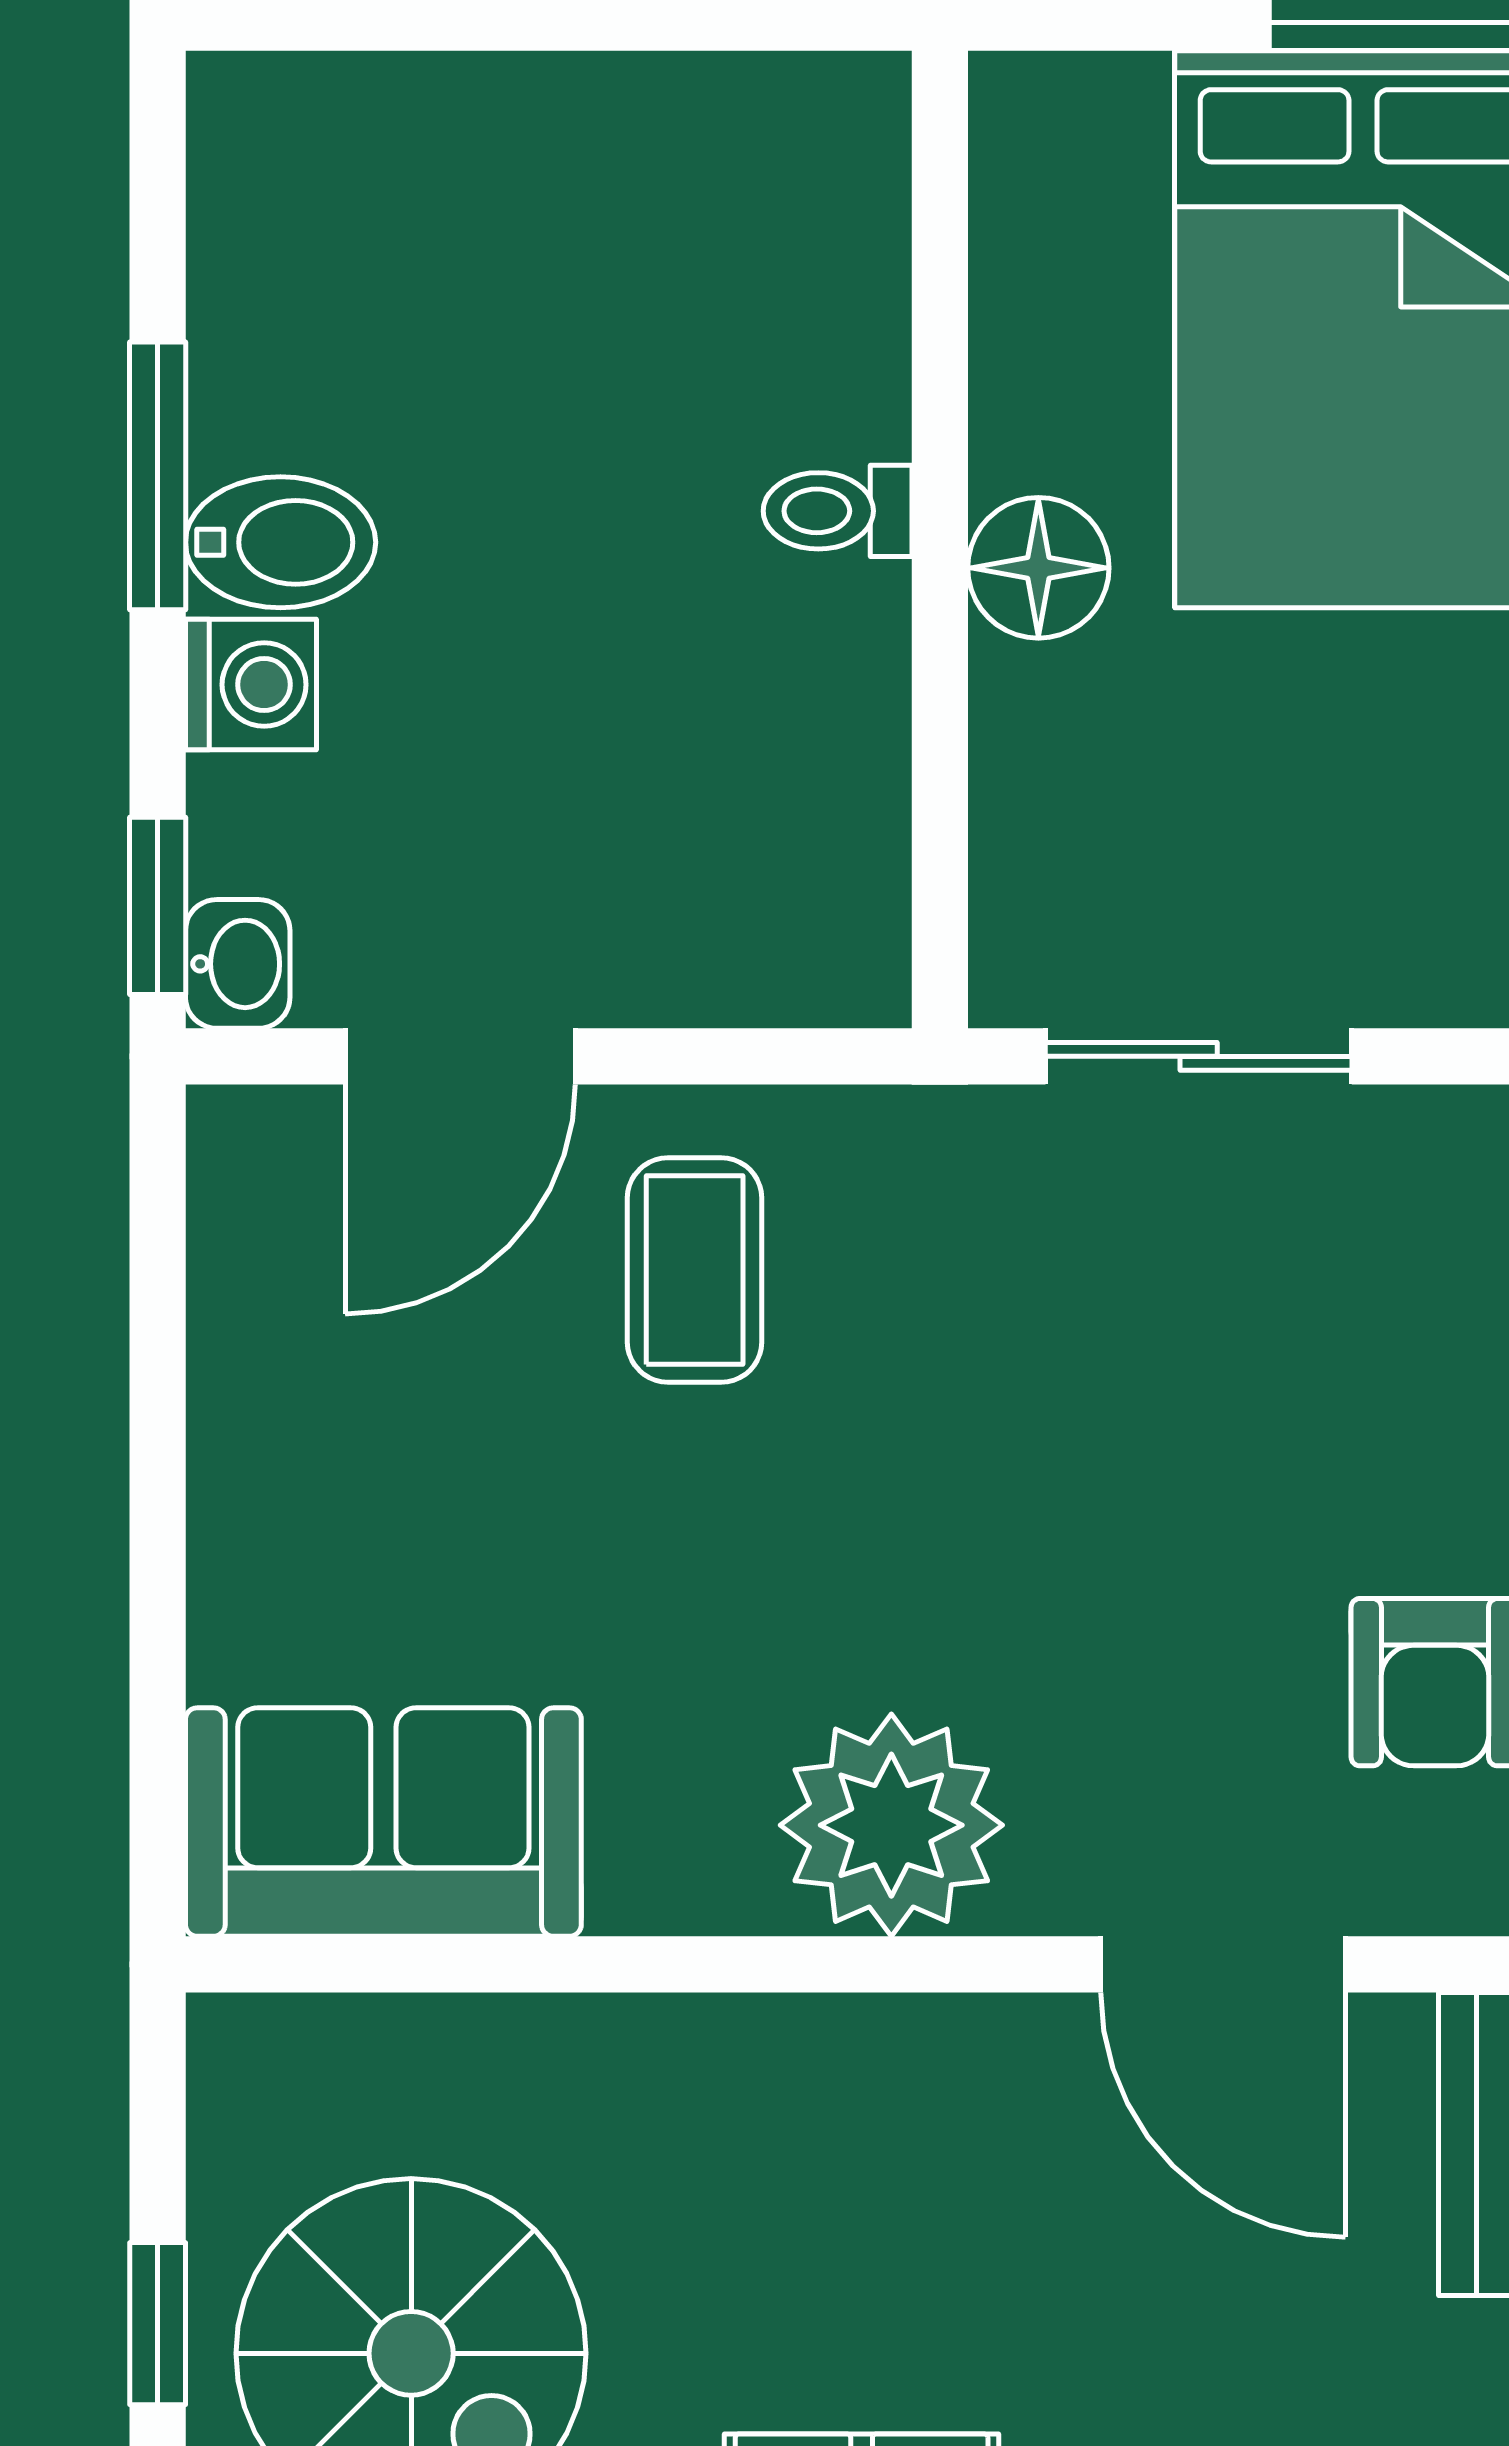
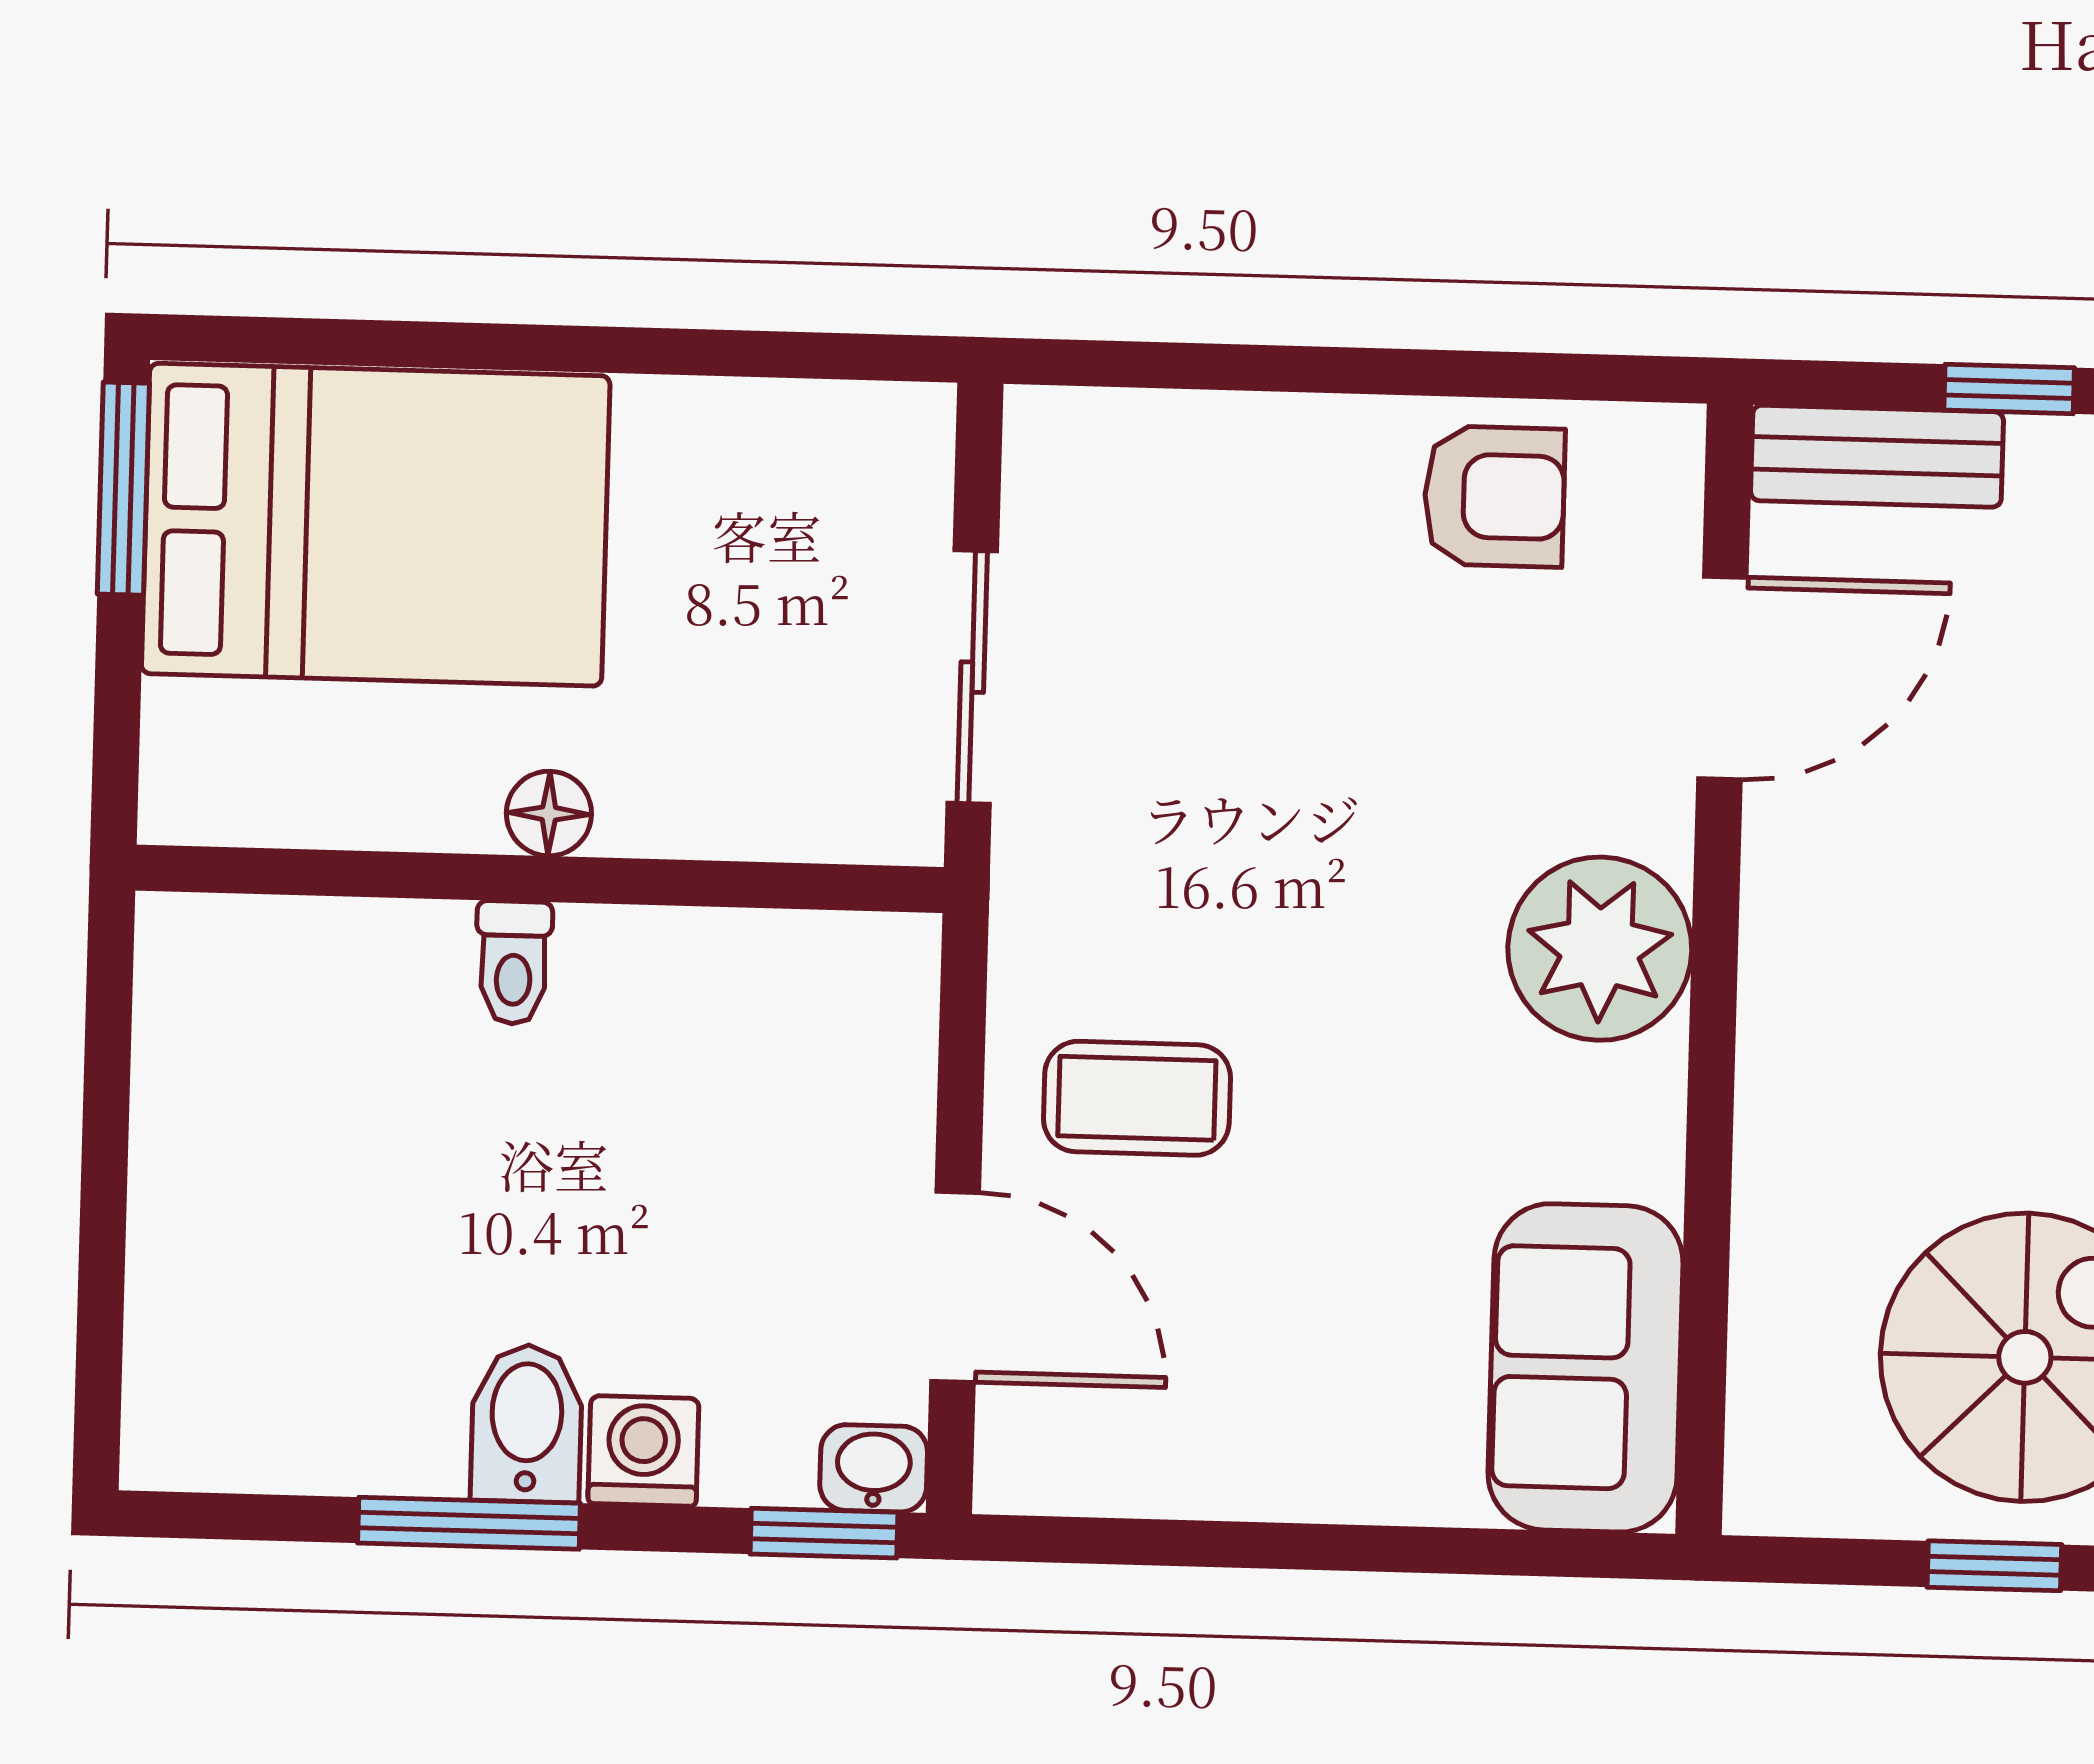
floor lamp: (1038, 568) -> (549, 814), width x0.73, depth x0.73

